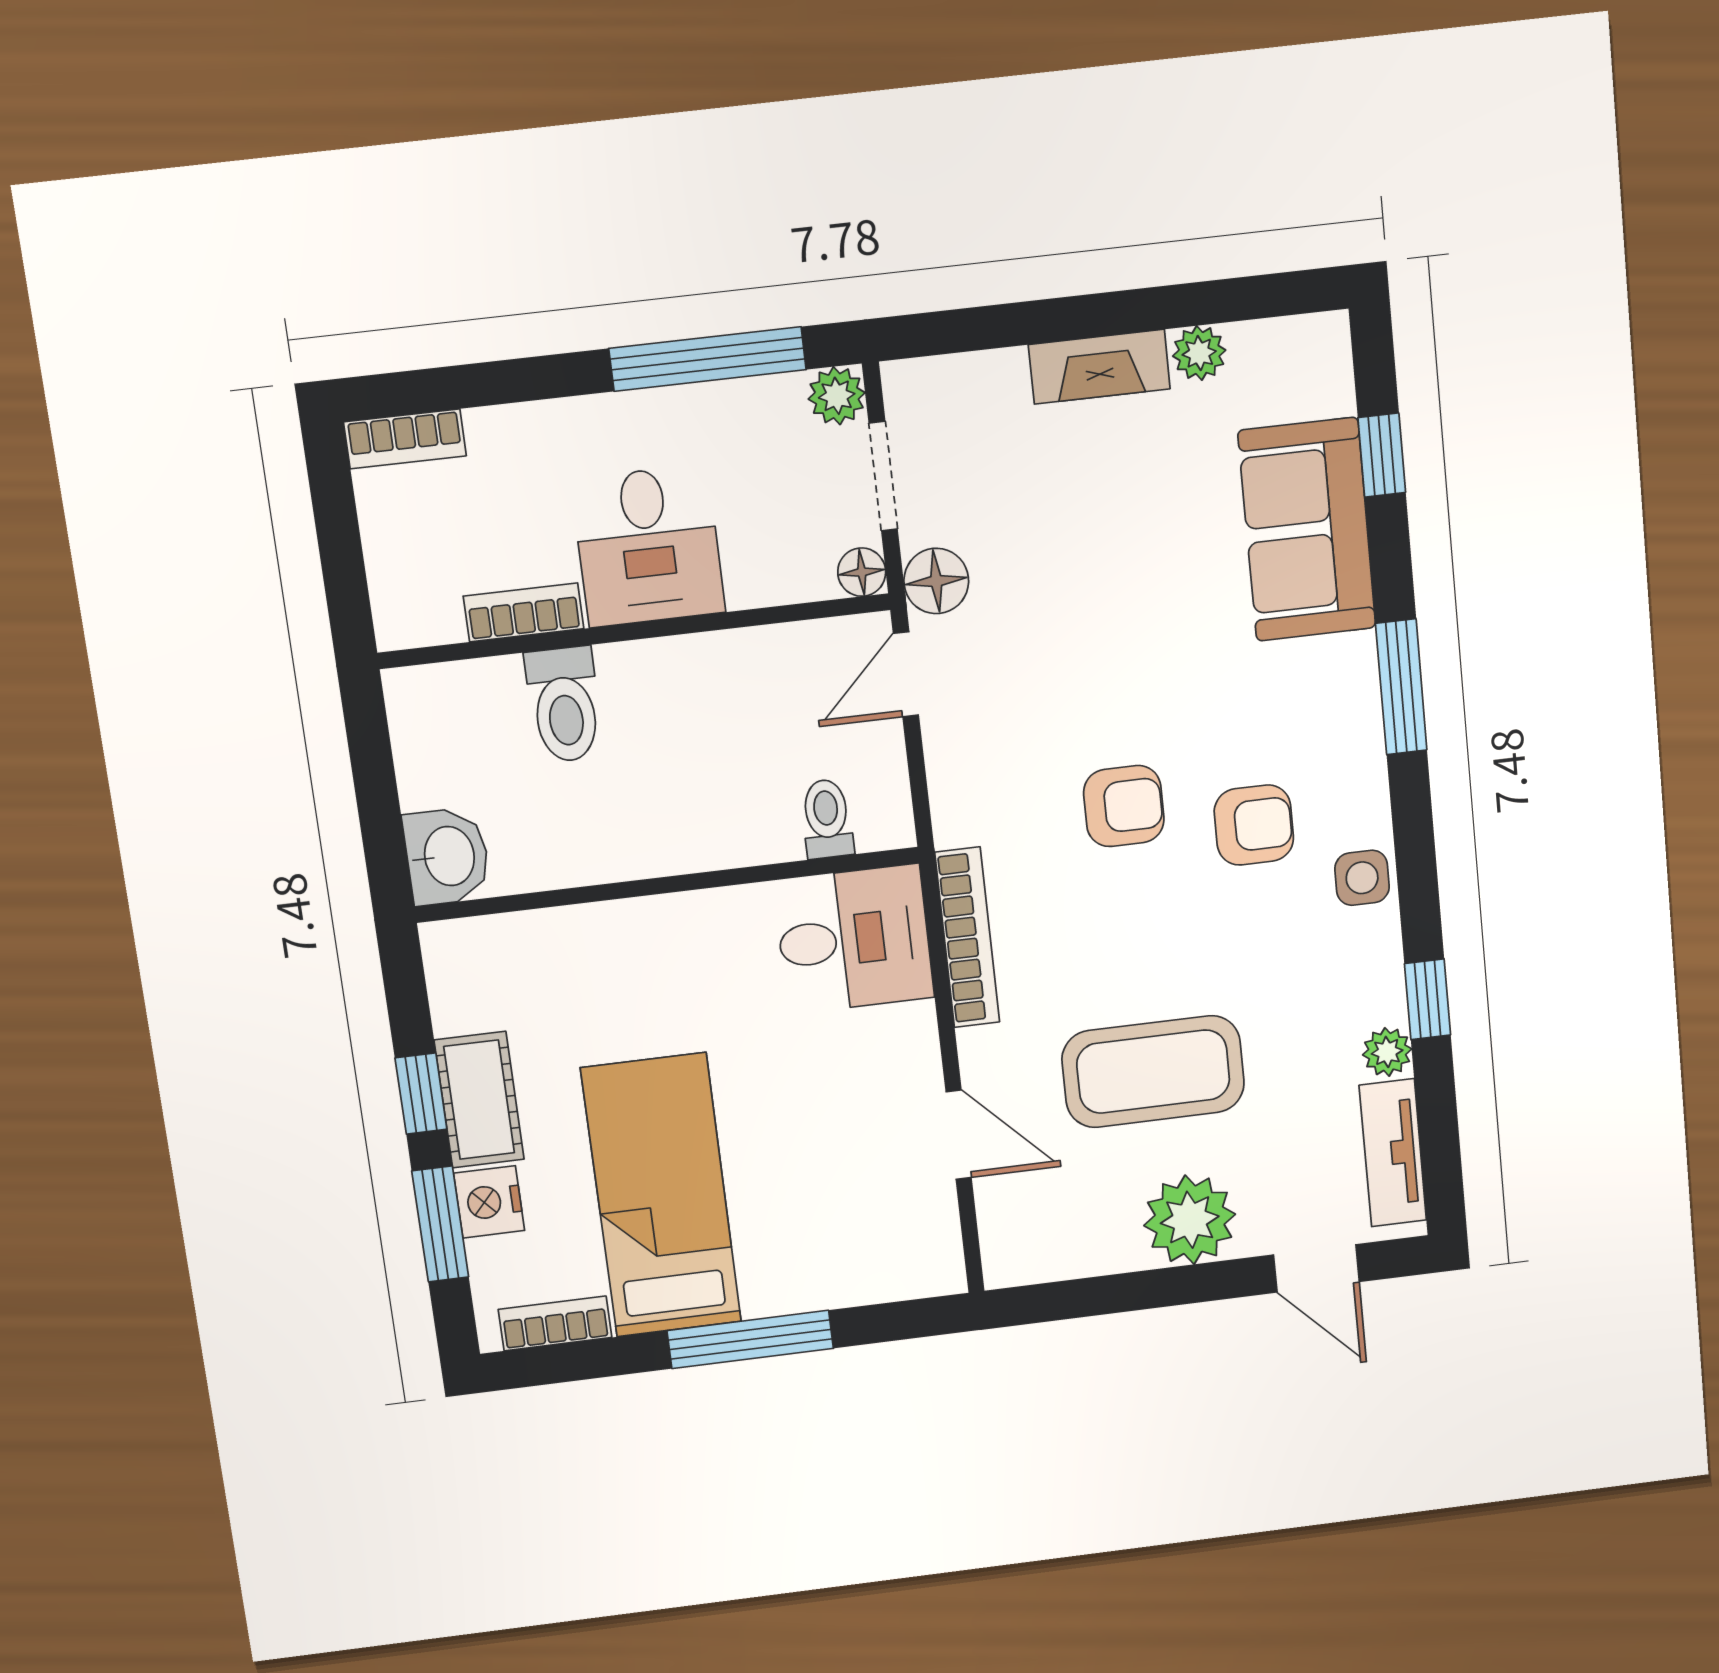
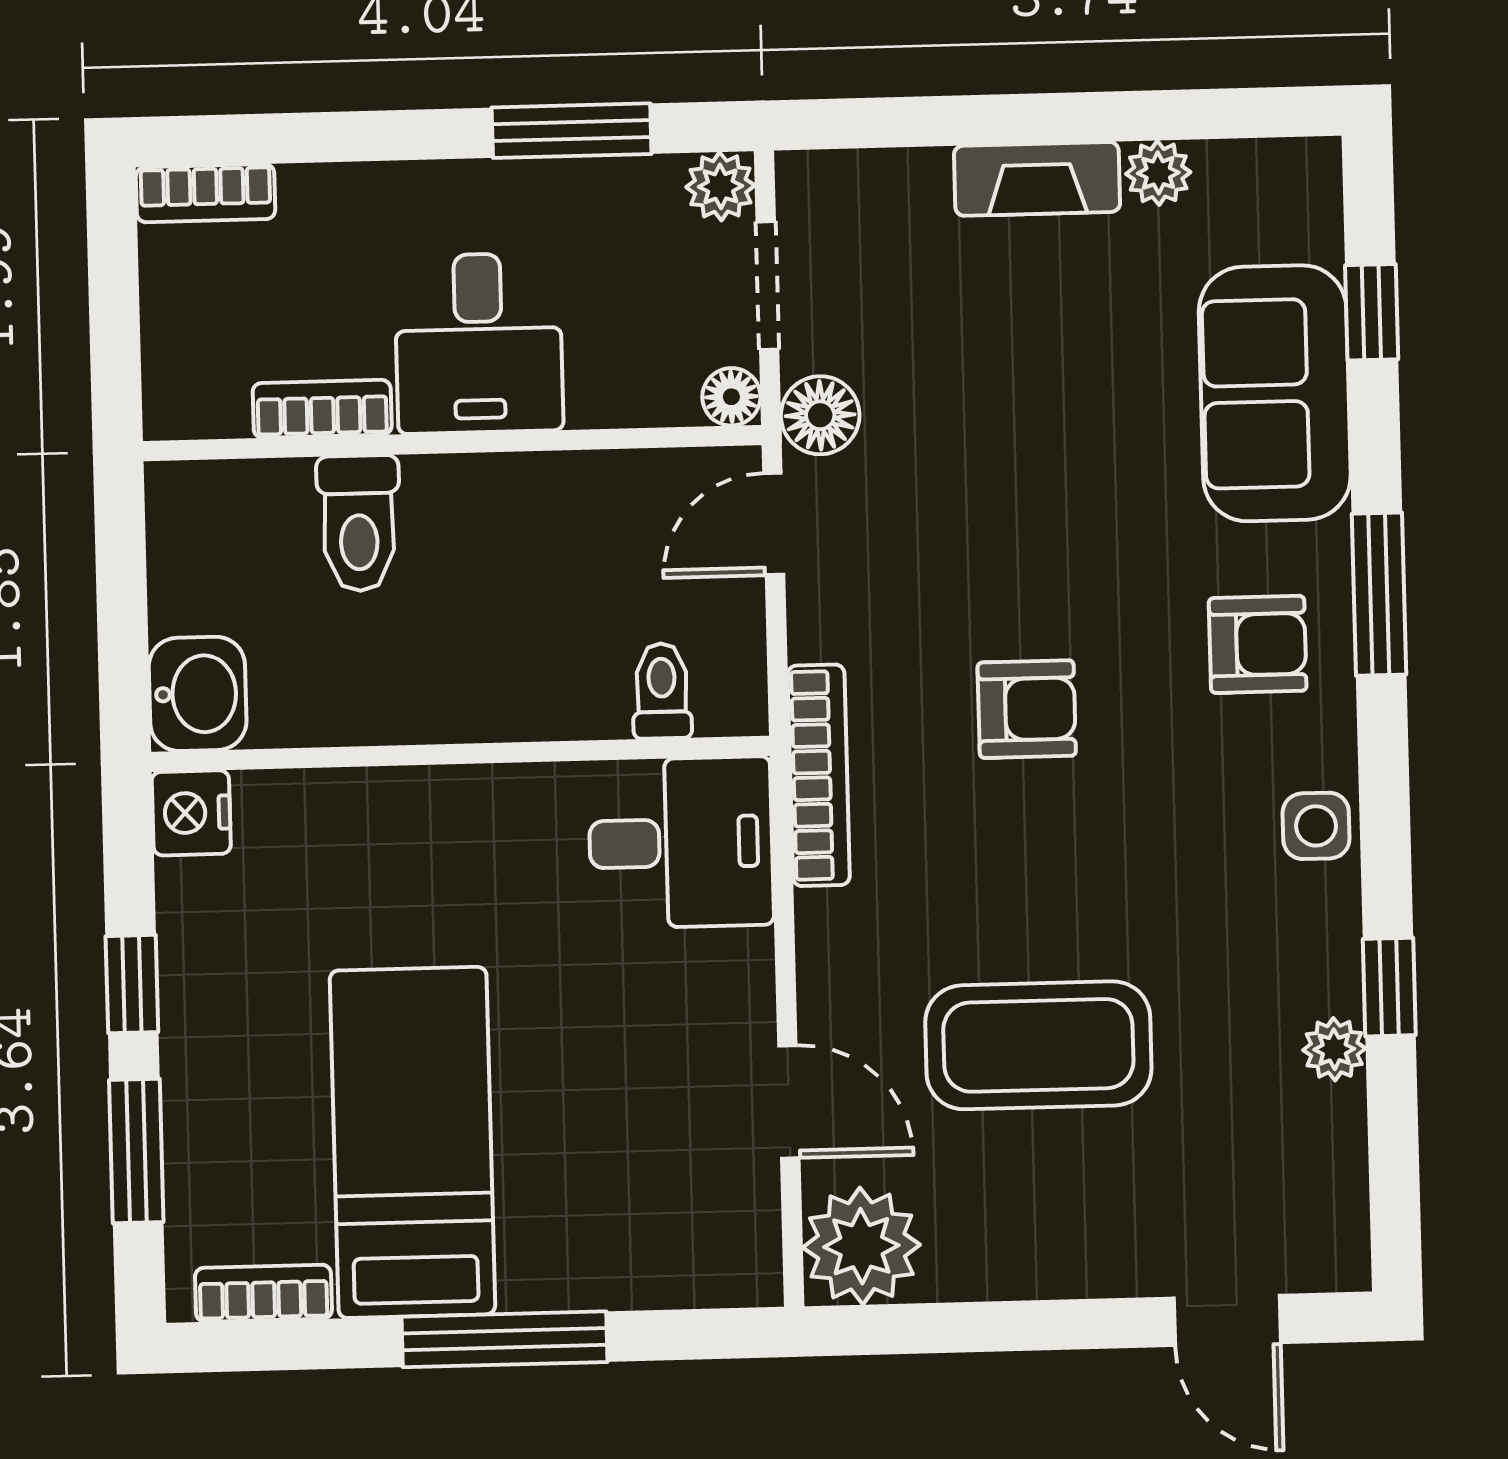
window: (708, 359) -> (572, 131), width x0.69
armchair: (1254, 825) -> (1258, 644), moved
bookcase: (967, 937) -> (819, 775), moved
cot: (479, 1100) -> (202, 999), removed
tv unit: (1393, 1153) -> (1334, 1180), removed
nightstand: (489, 1202) -> (191, 813), moved
plant: (1190, 1220) -> (861, 1246), moved

